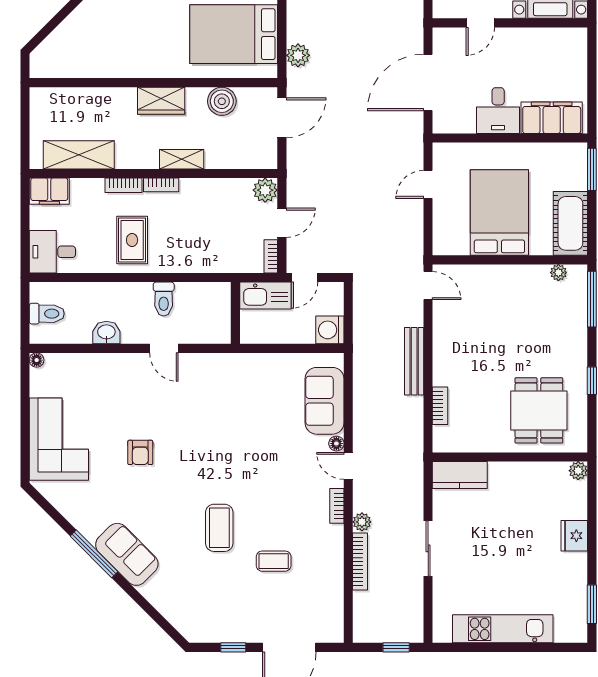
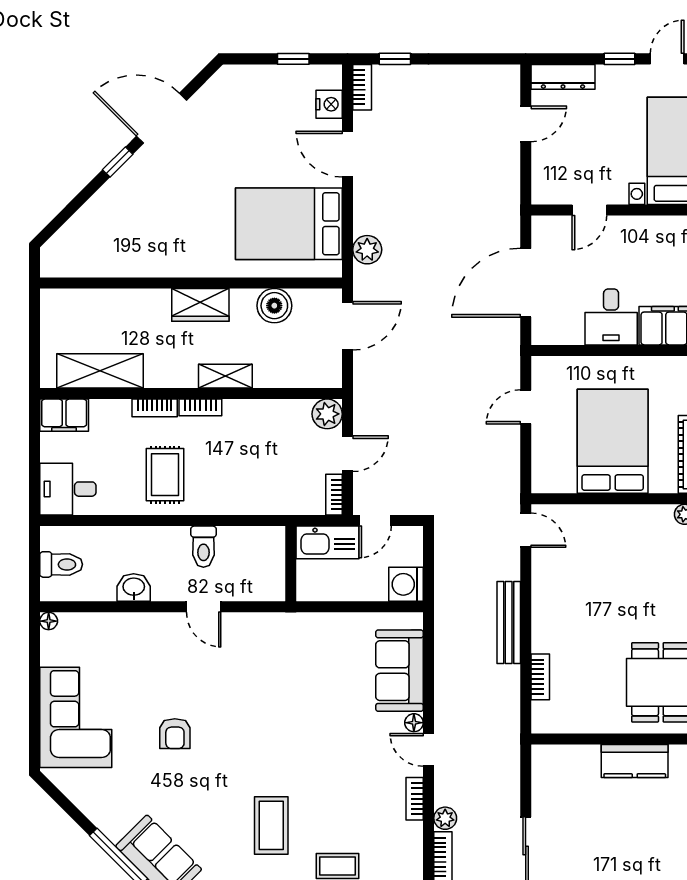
kitchen counter: (460, 475) -> (635, 761), moved

